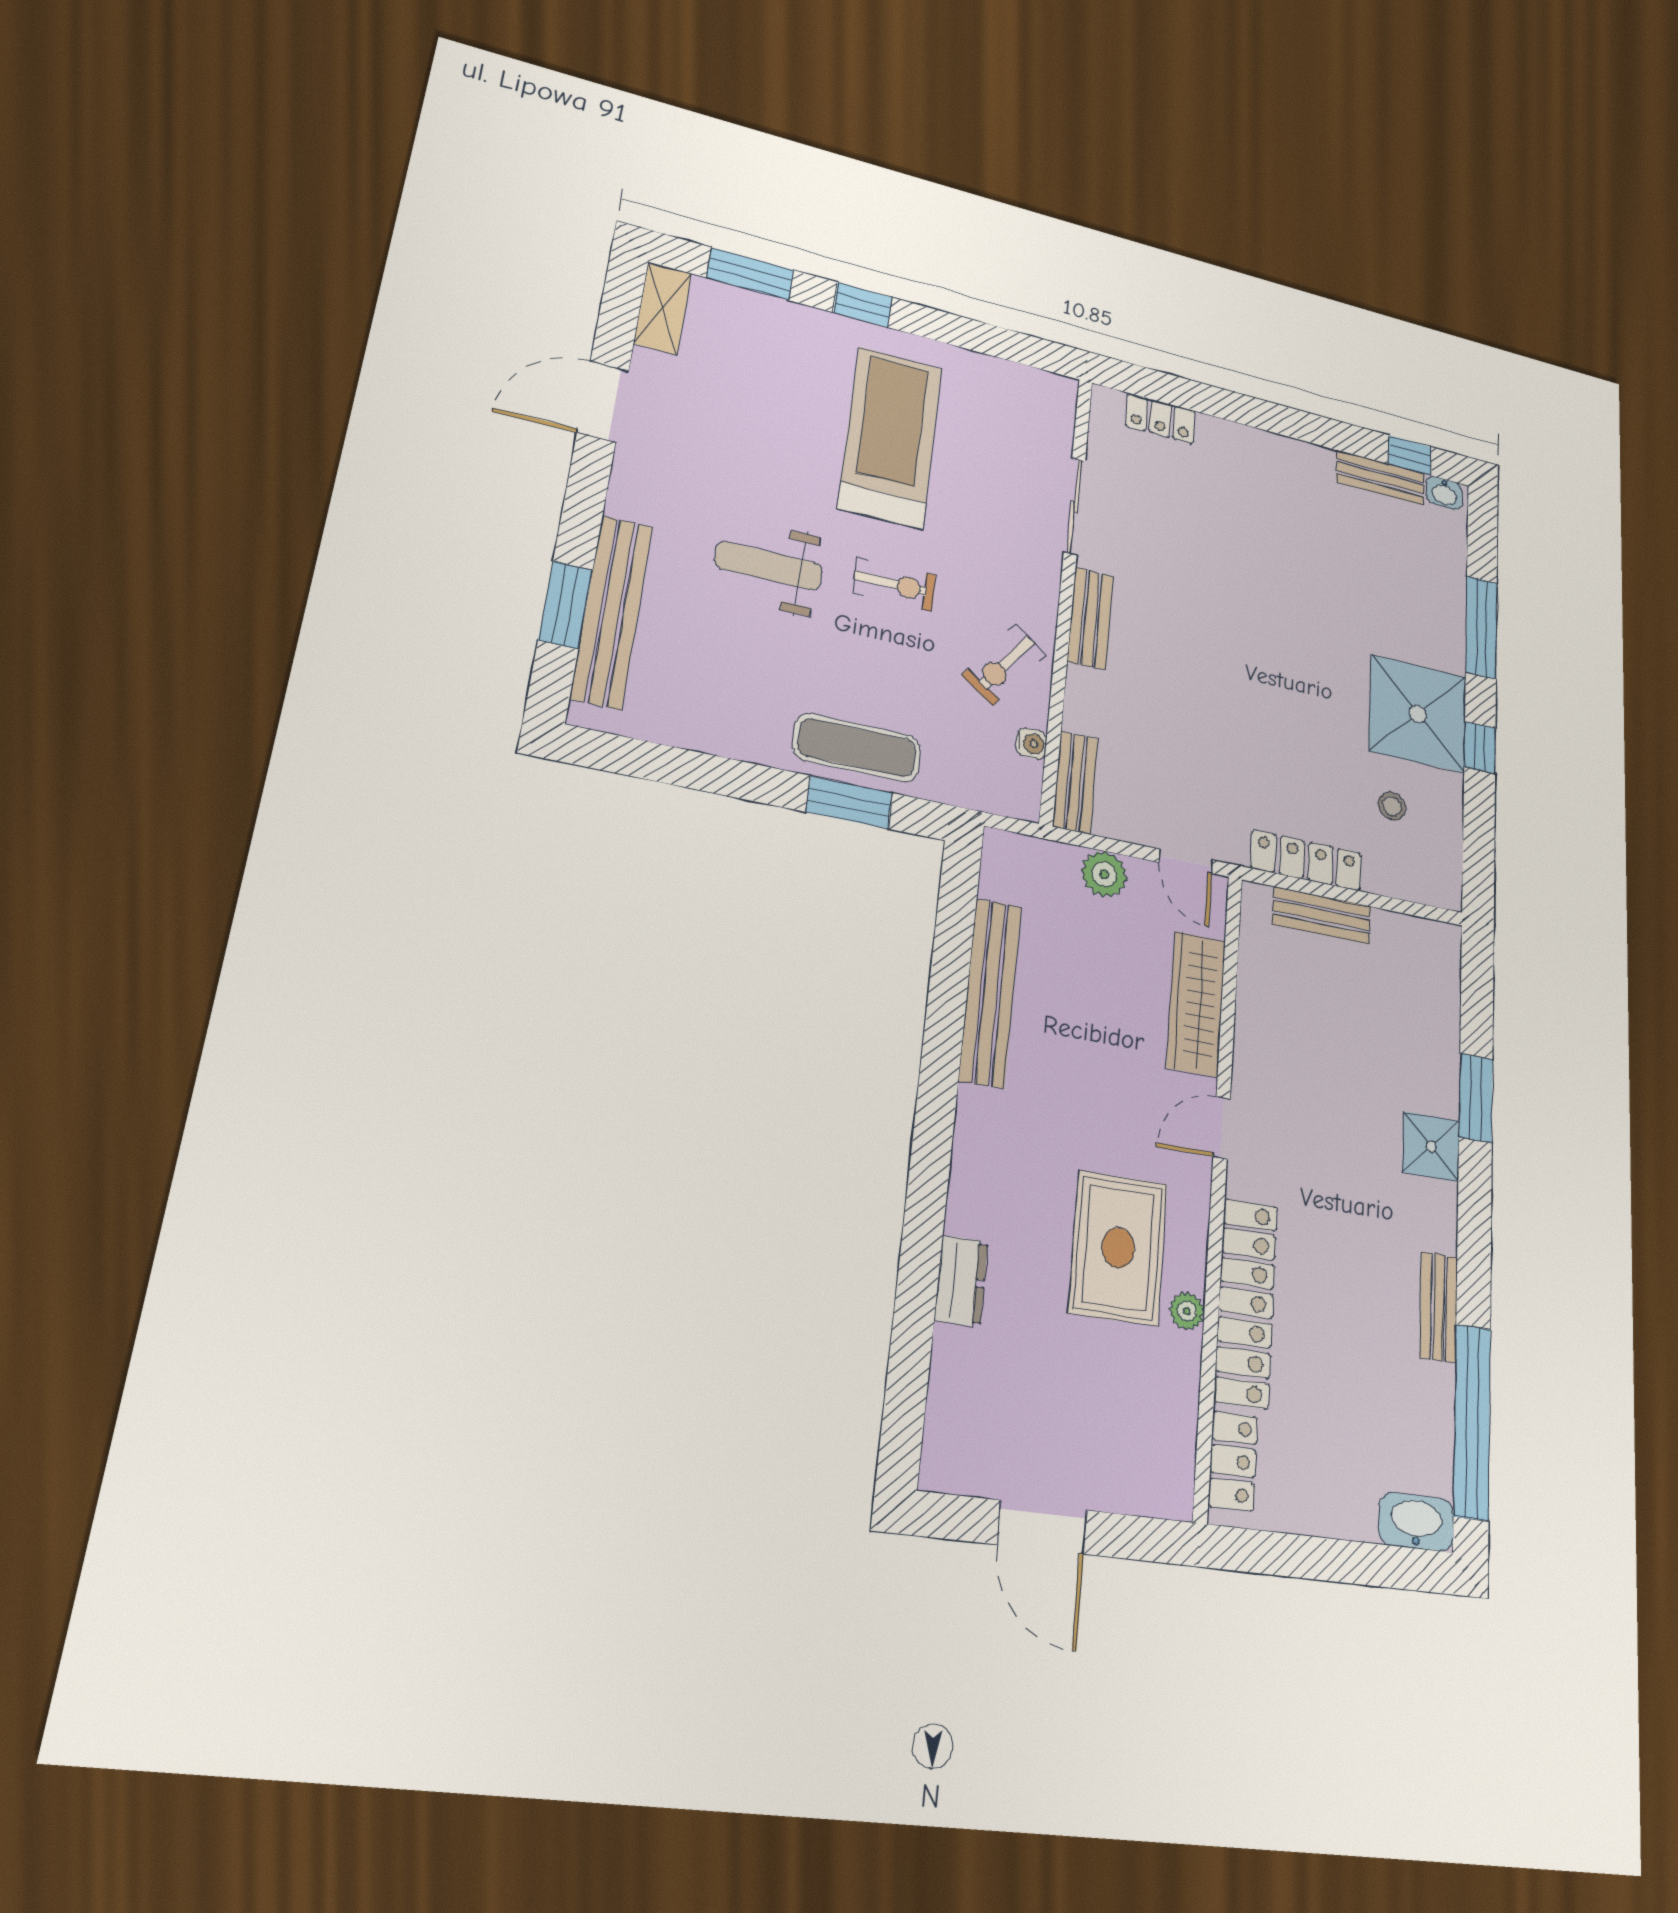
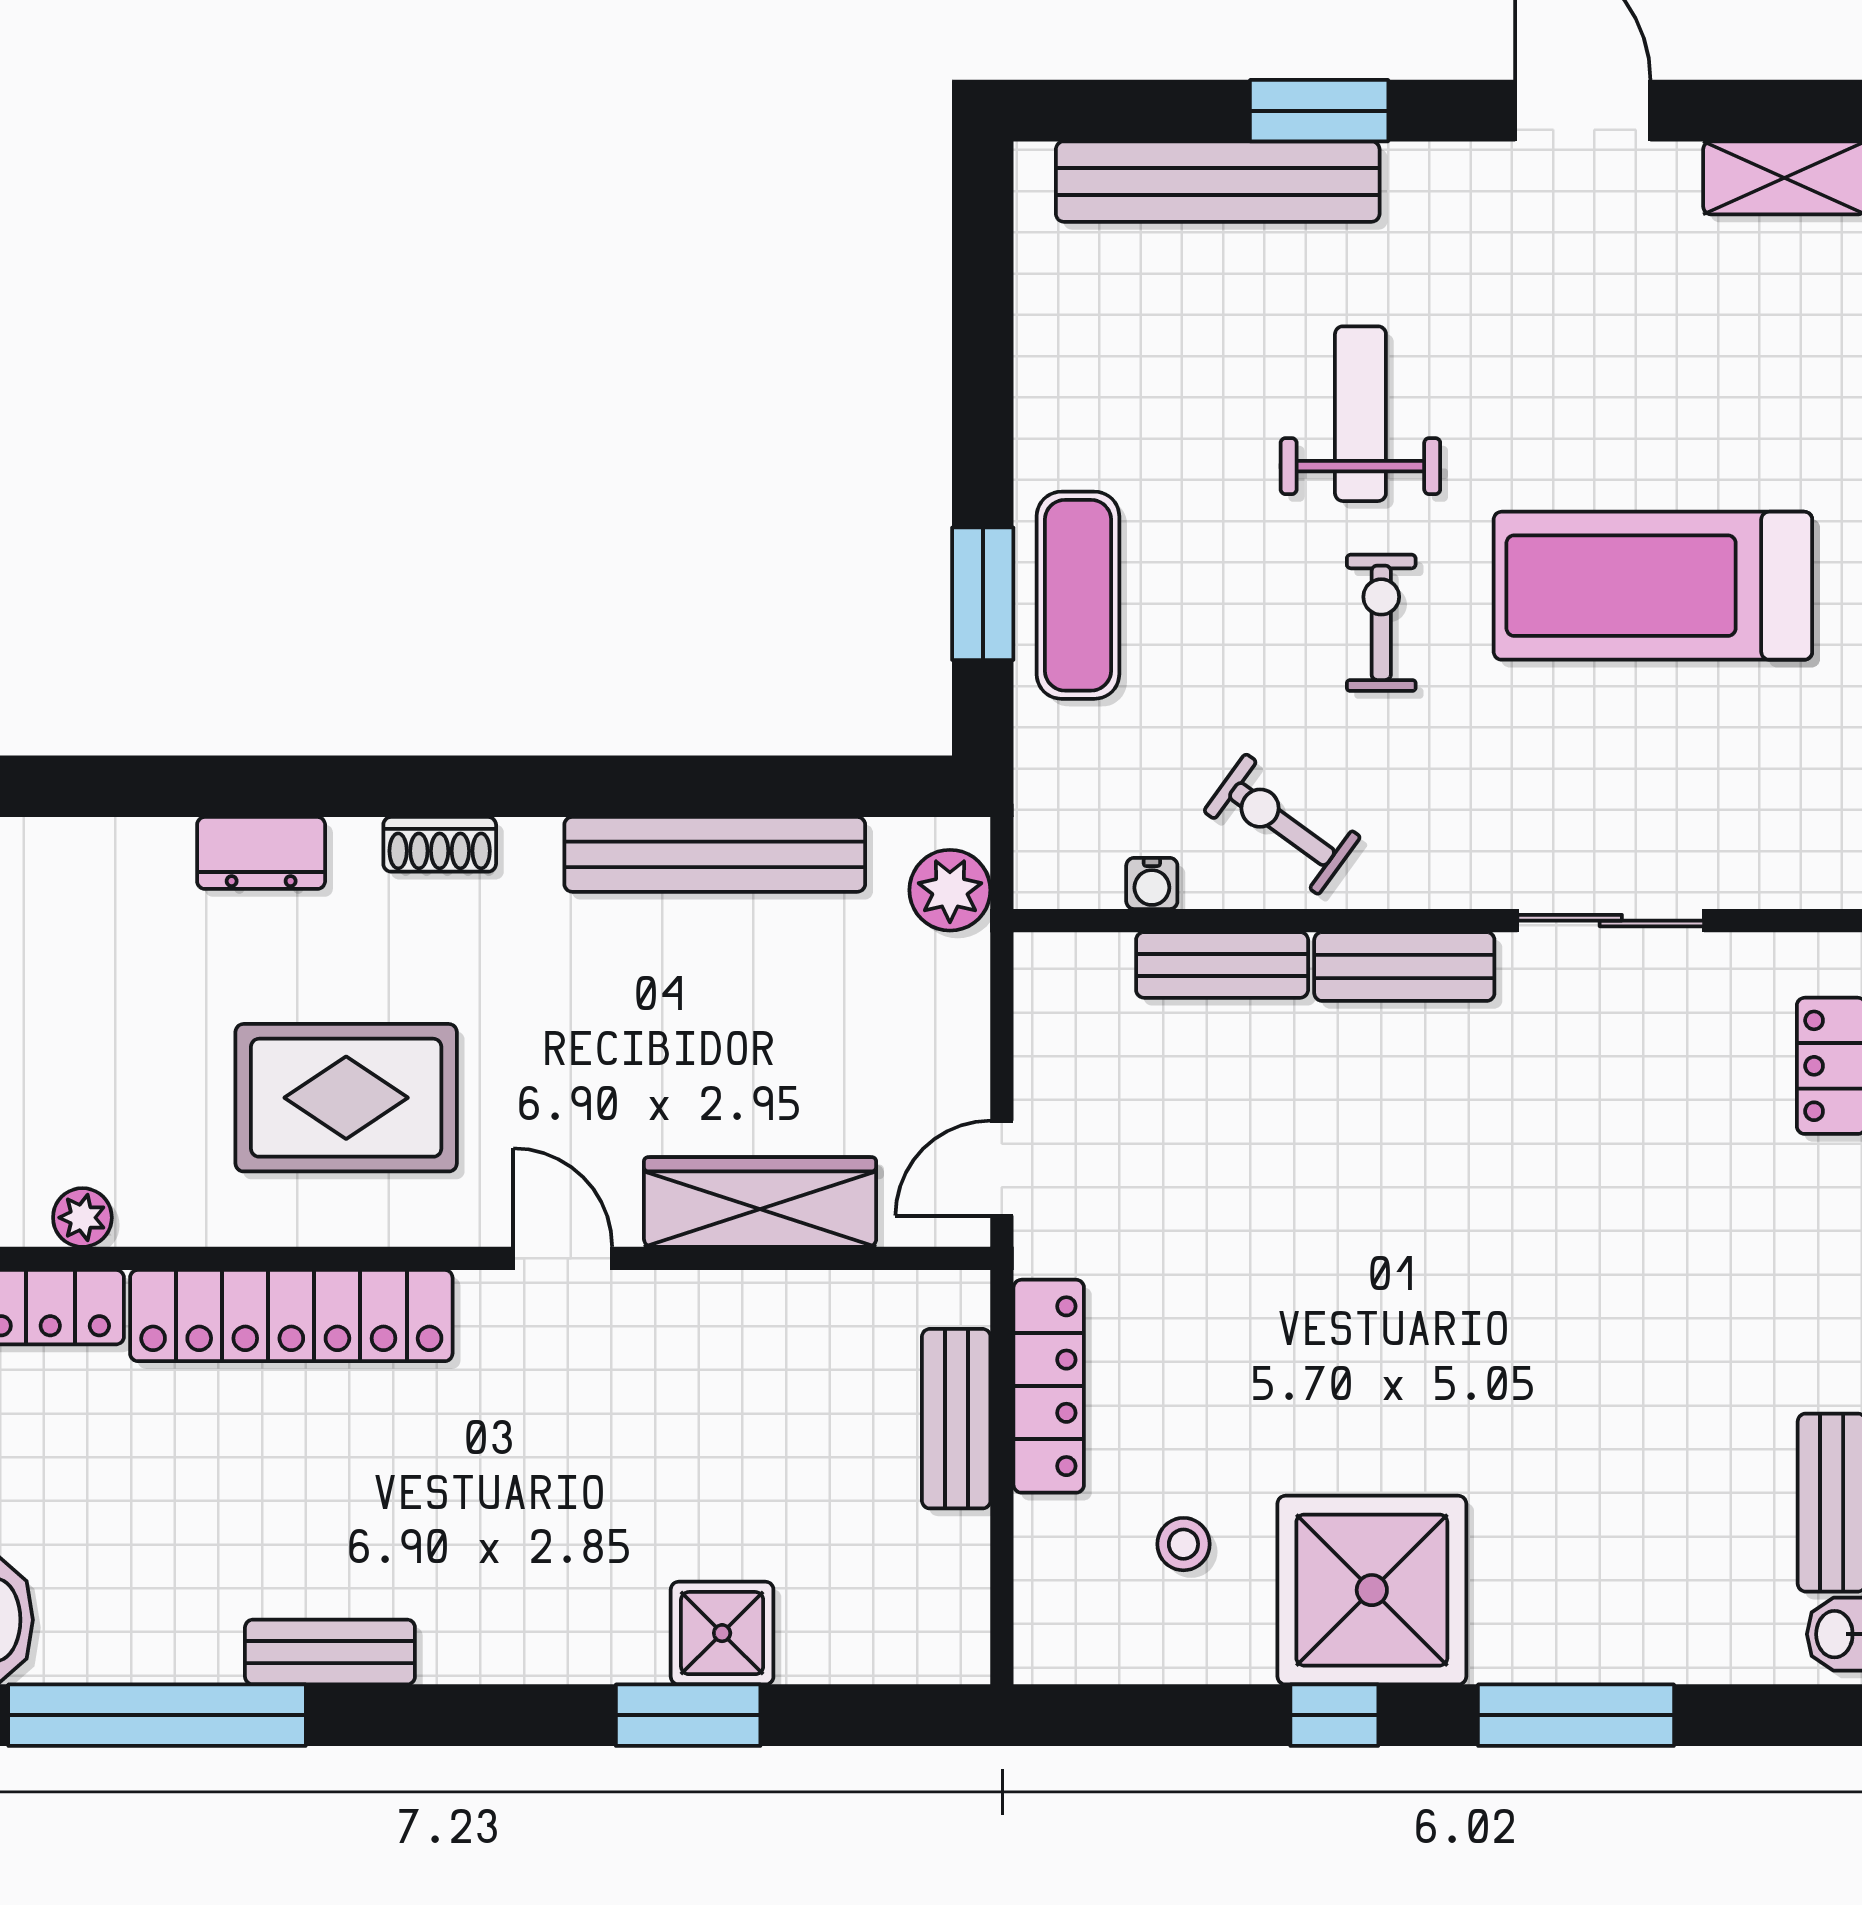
treadmill: (890, 437) -> (1653, 586), turned 180
exercise bike: (894, 584) -> (1381, 623), turned 180
window: (566, 605) -> (1319, 111), moved
bench: (1075, 783) -> (1222, 965), moved
plant: (1104, 874) -> (950, 890), moved
shower: (1431, 1147) -> (722, 1633), moved
shoe rack: (967, 1163) -> (440, 844), added
plant: (1187, 1311) -> (82, 1218), moved

